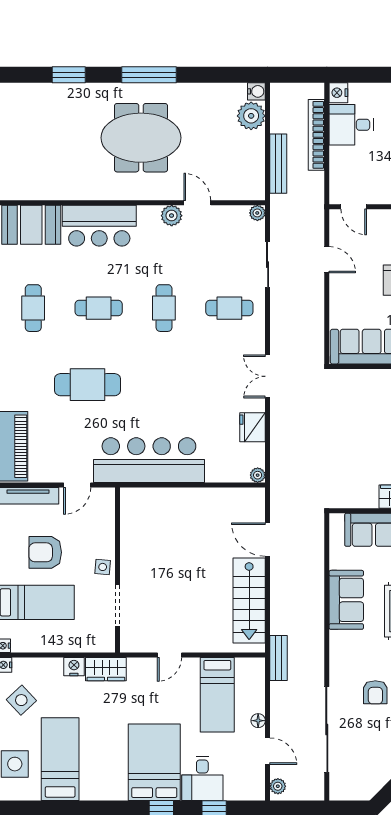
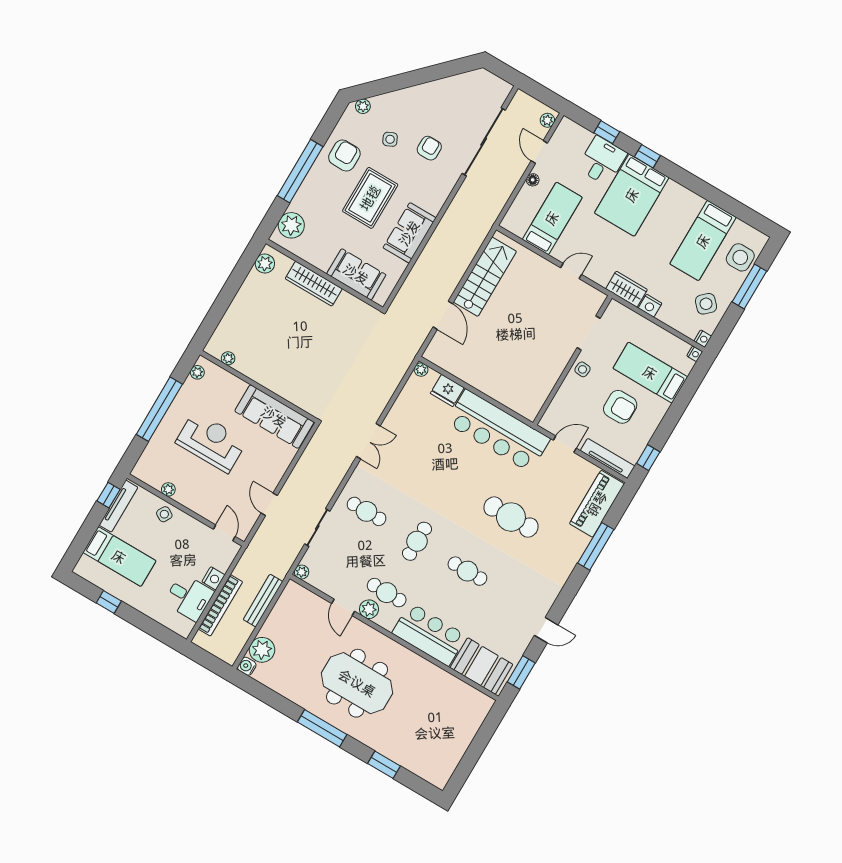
nightstand: (338, 93) -> (213, 578), moved
cafe table: (33, 308) -> (387, 593), moved, turned 90
fridge: (252, 427) -> (447, 390), moved, turned 90
bench: (279, 658) -> (488, 219), removed

